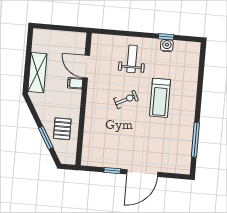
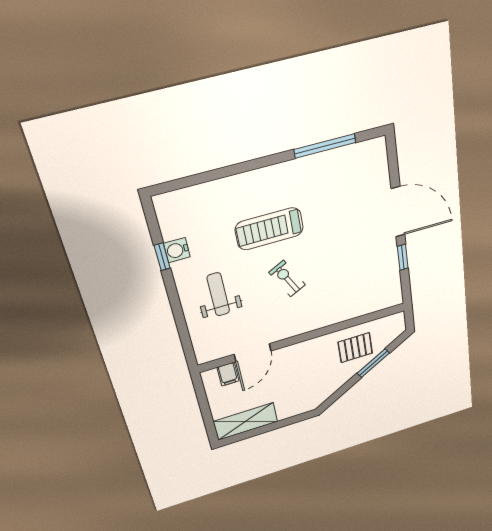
weight bench: (132, 59) -> (218, 294), turned 90
shelving: (37, 73) -> (246, 421), moved
filing cabinet: (75, 83) -> (228, 374), moved
treadmill: (160, 98) -> (269, 229), turned 180

